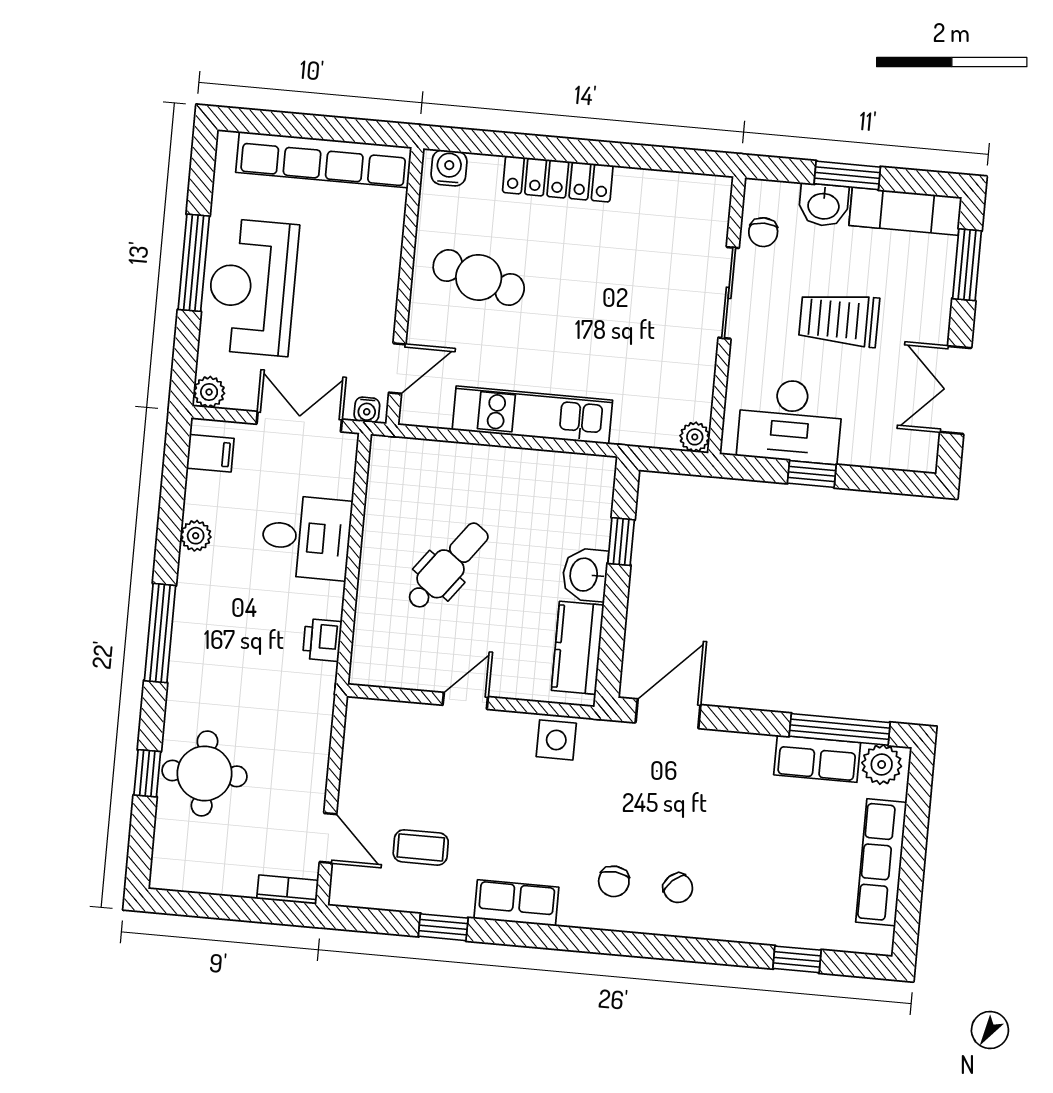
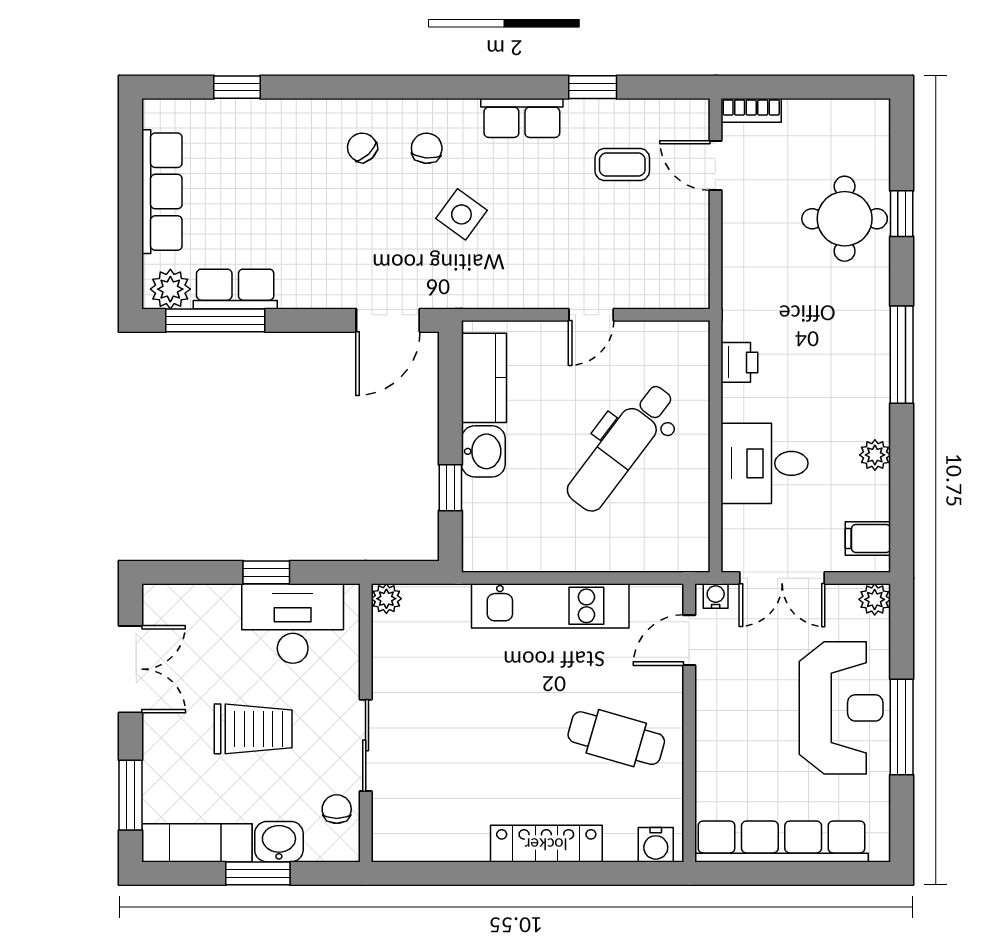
dental chair: (447, 566) -> (621, 447), width x1.36, depth x1.38
side table: (556, 740) -> (461, 214), moved, turned 36

